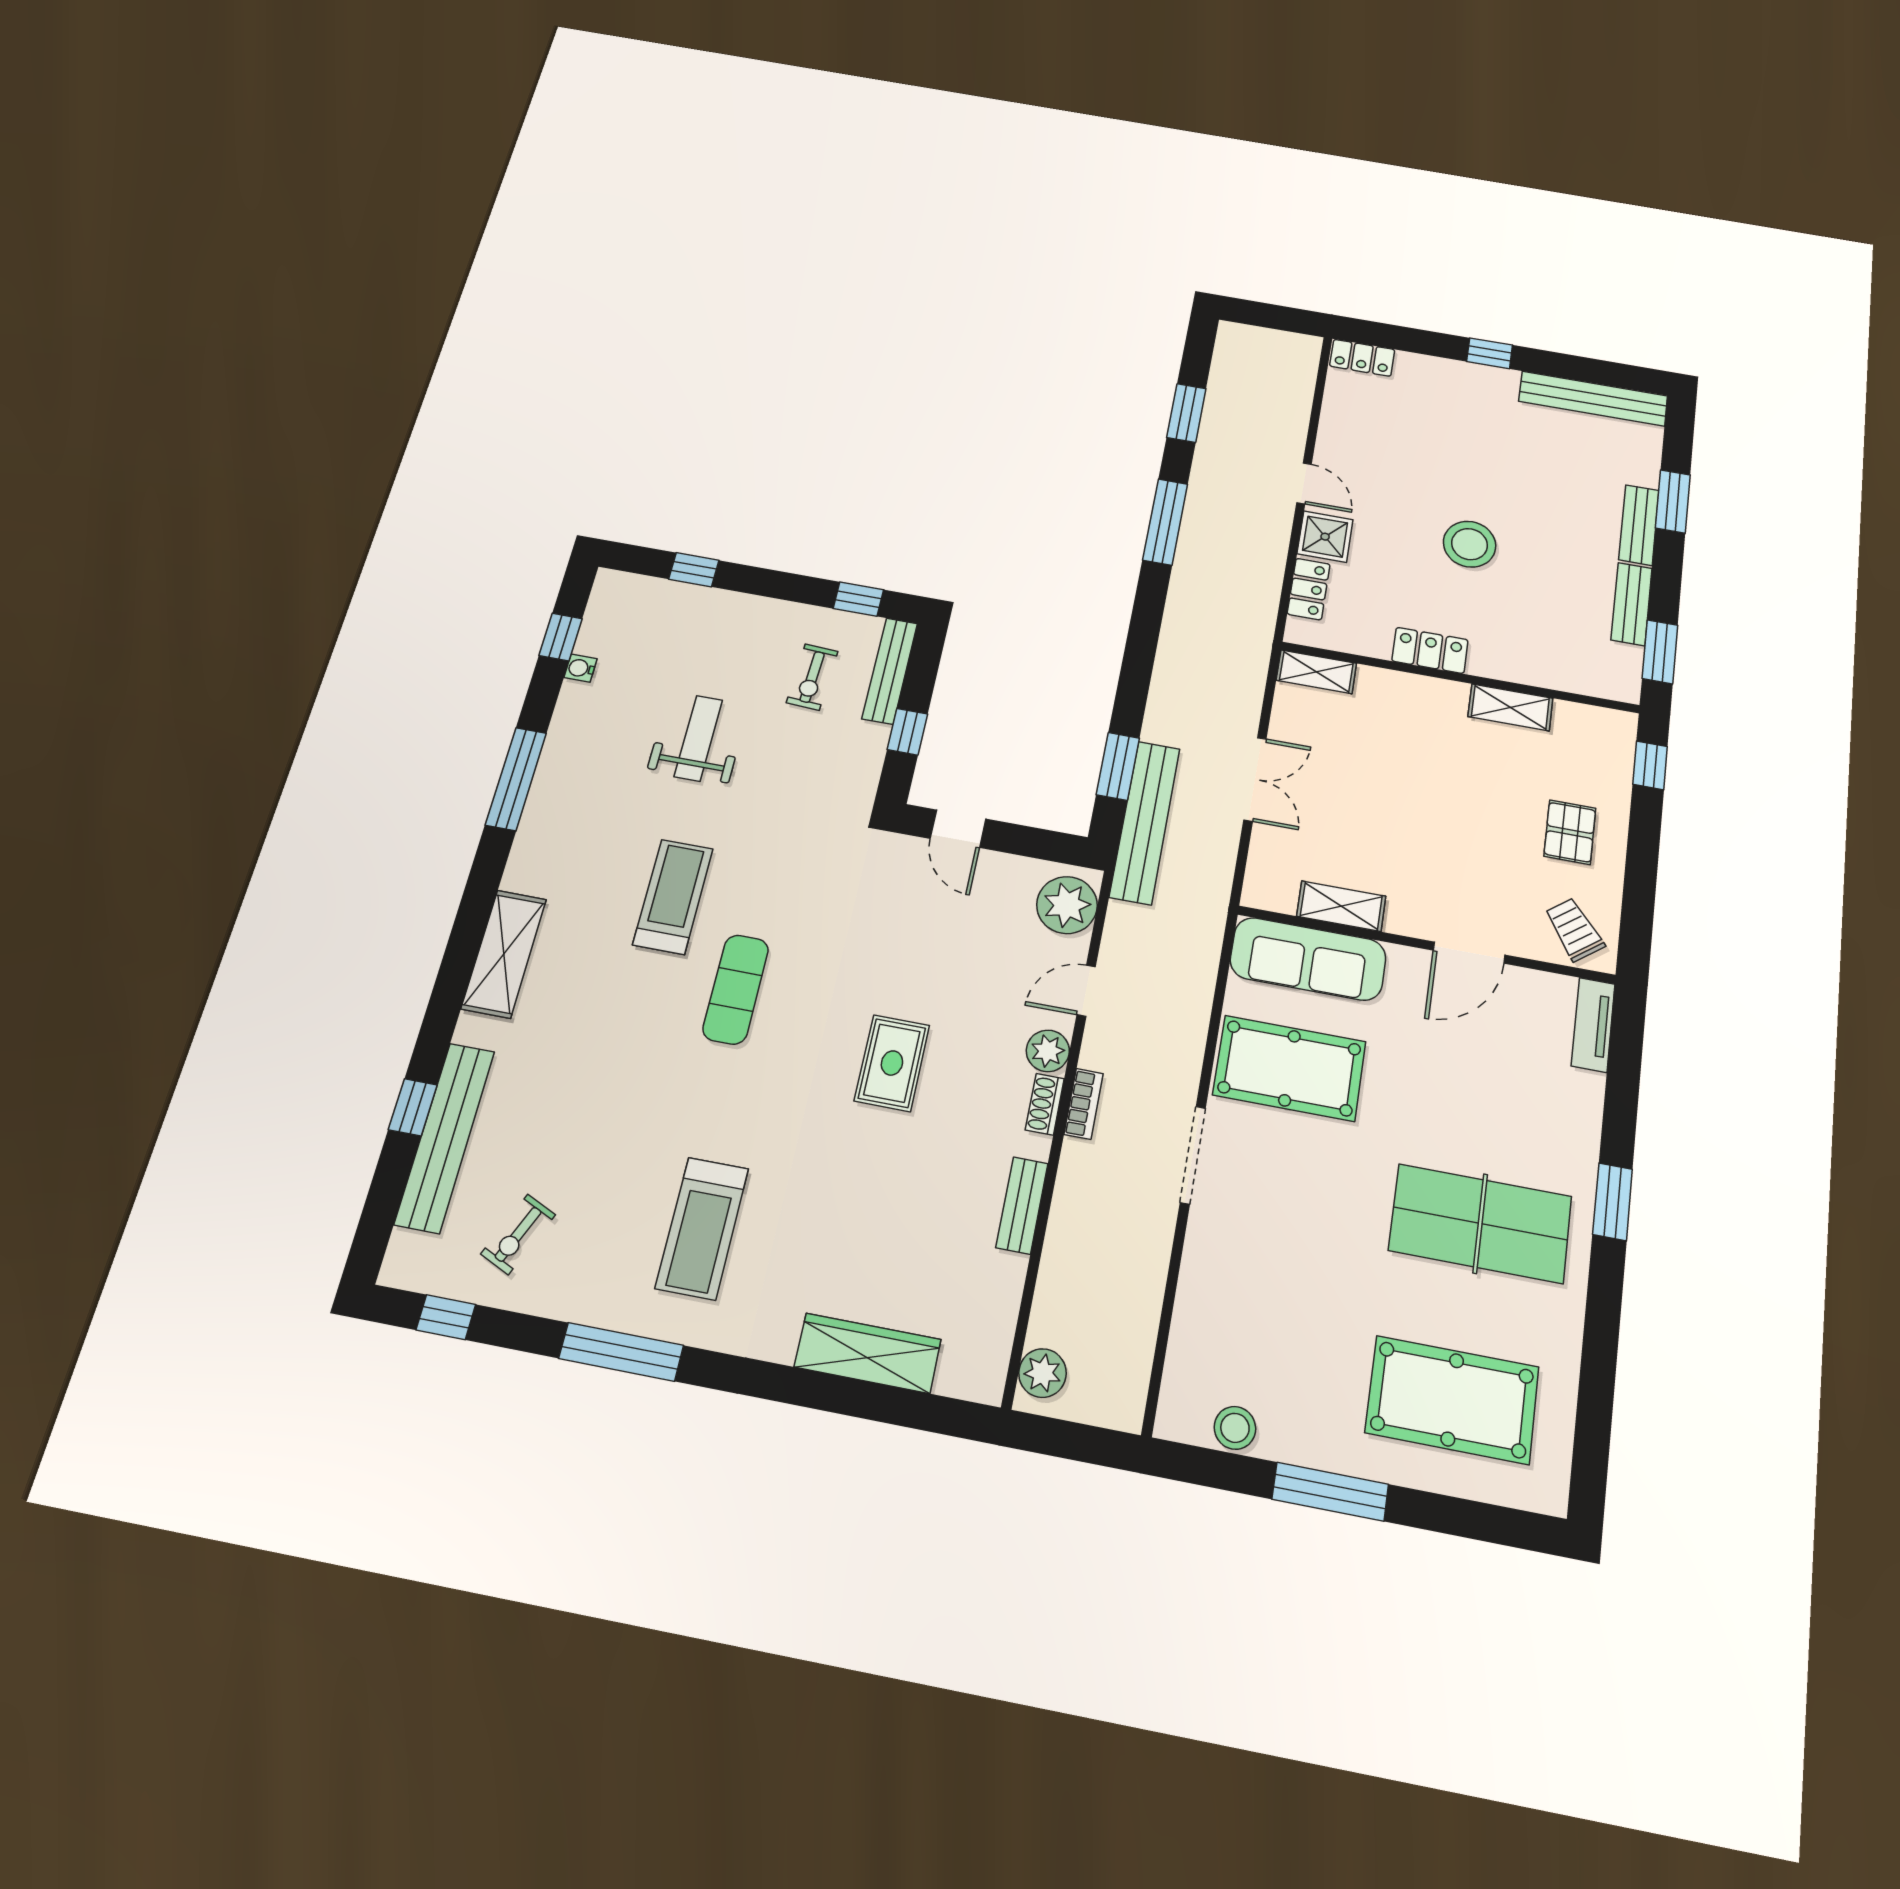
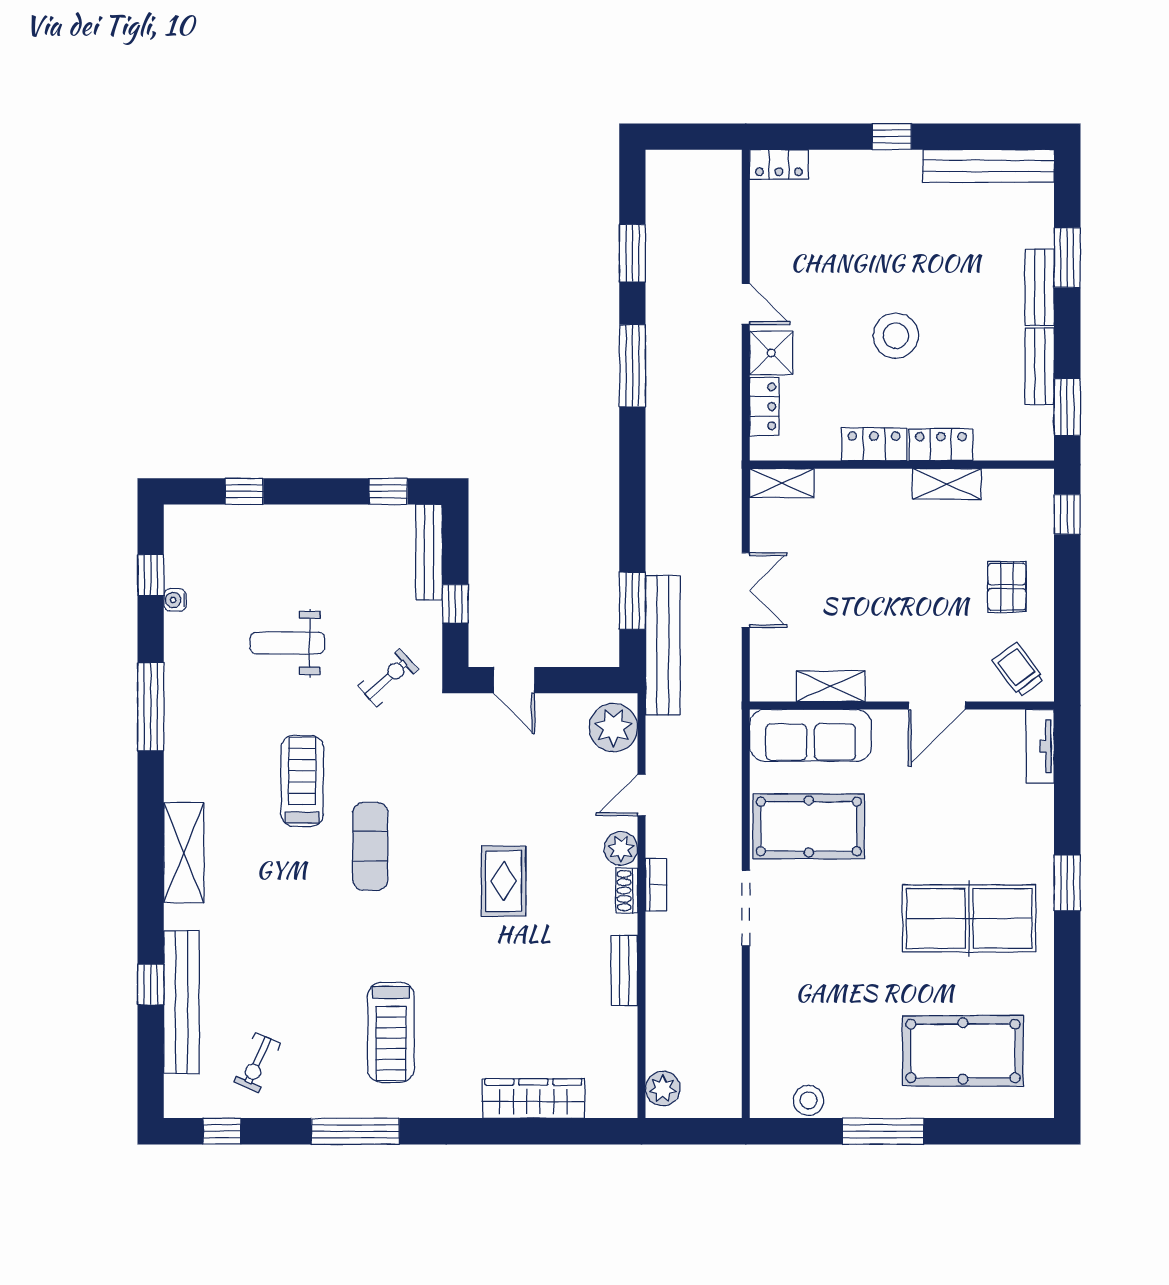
locker: (1508, 665) -> (941, 445), added
exercise bike: (812, 677) -> (388, 678), moved, turned -135
weight bench: (698, 738) -> (287, 643), turned -90

